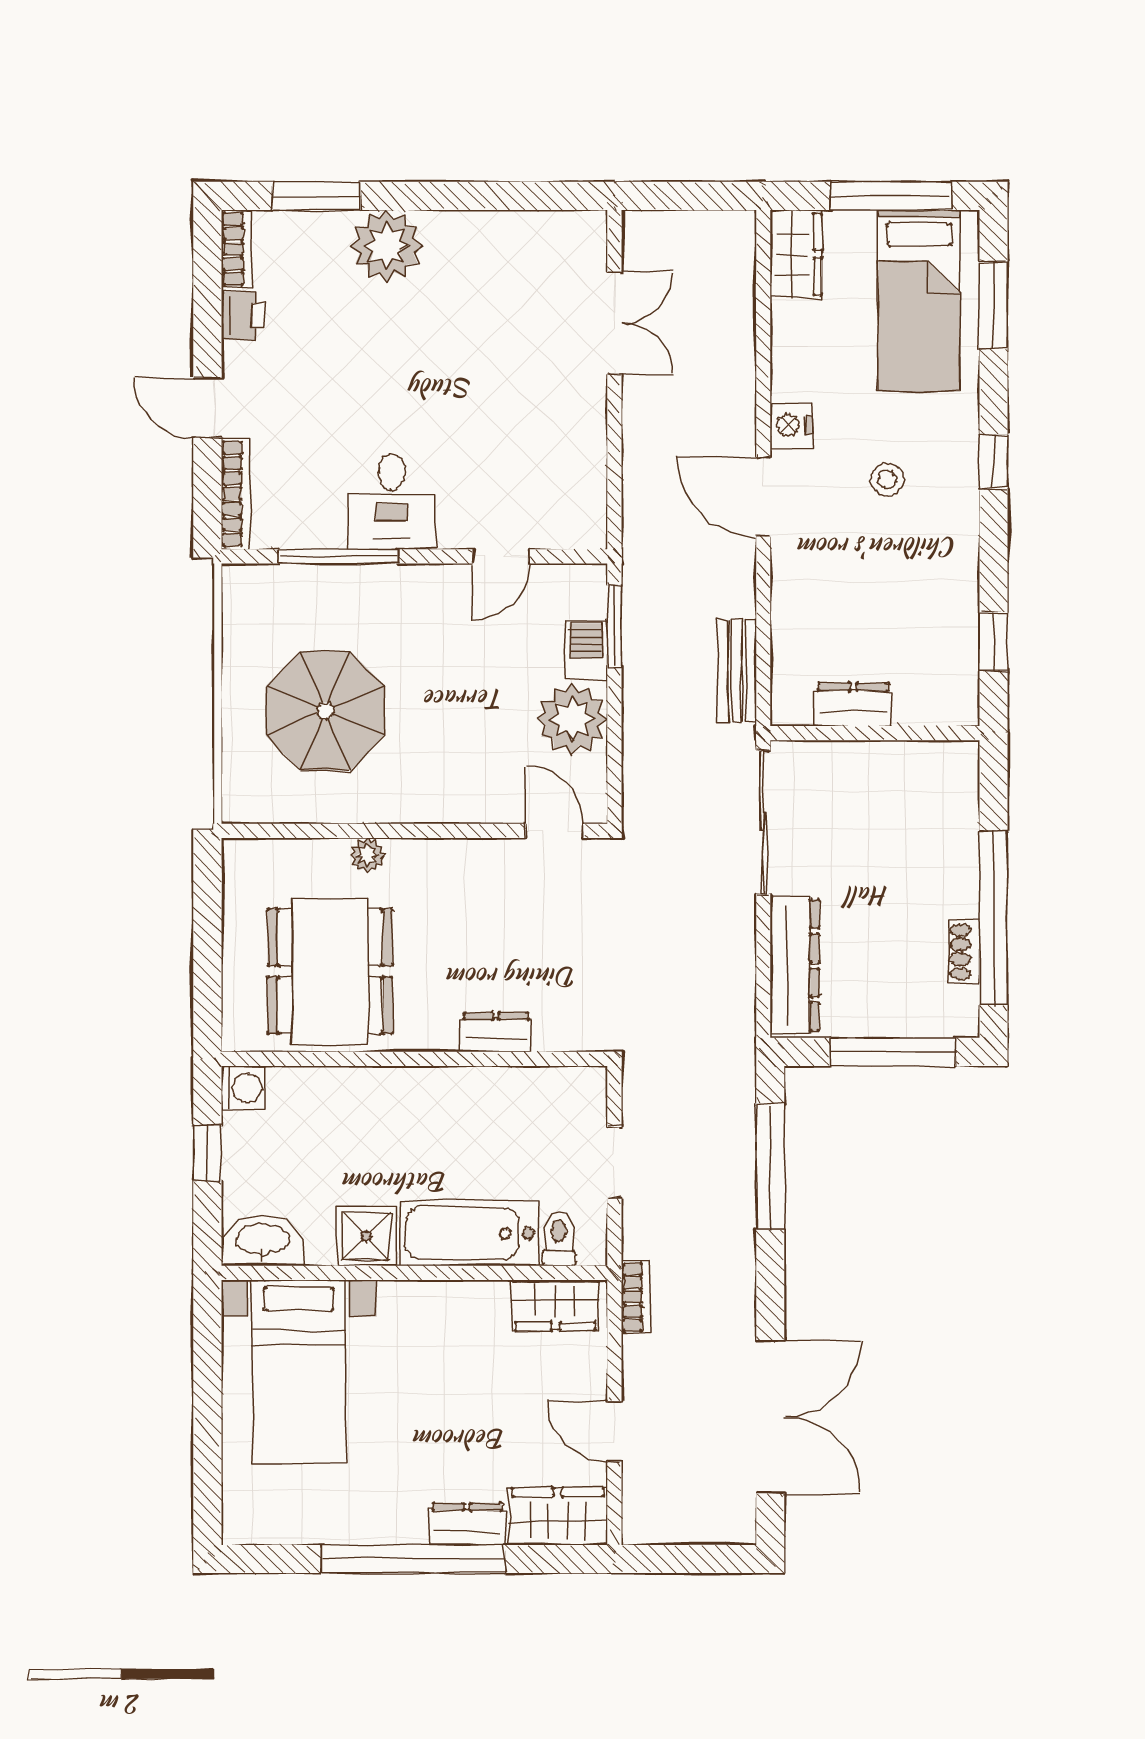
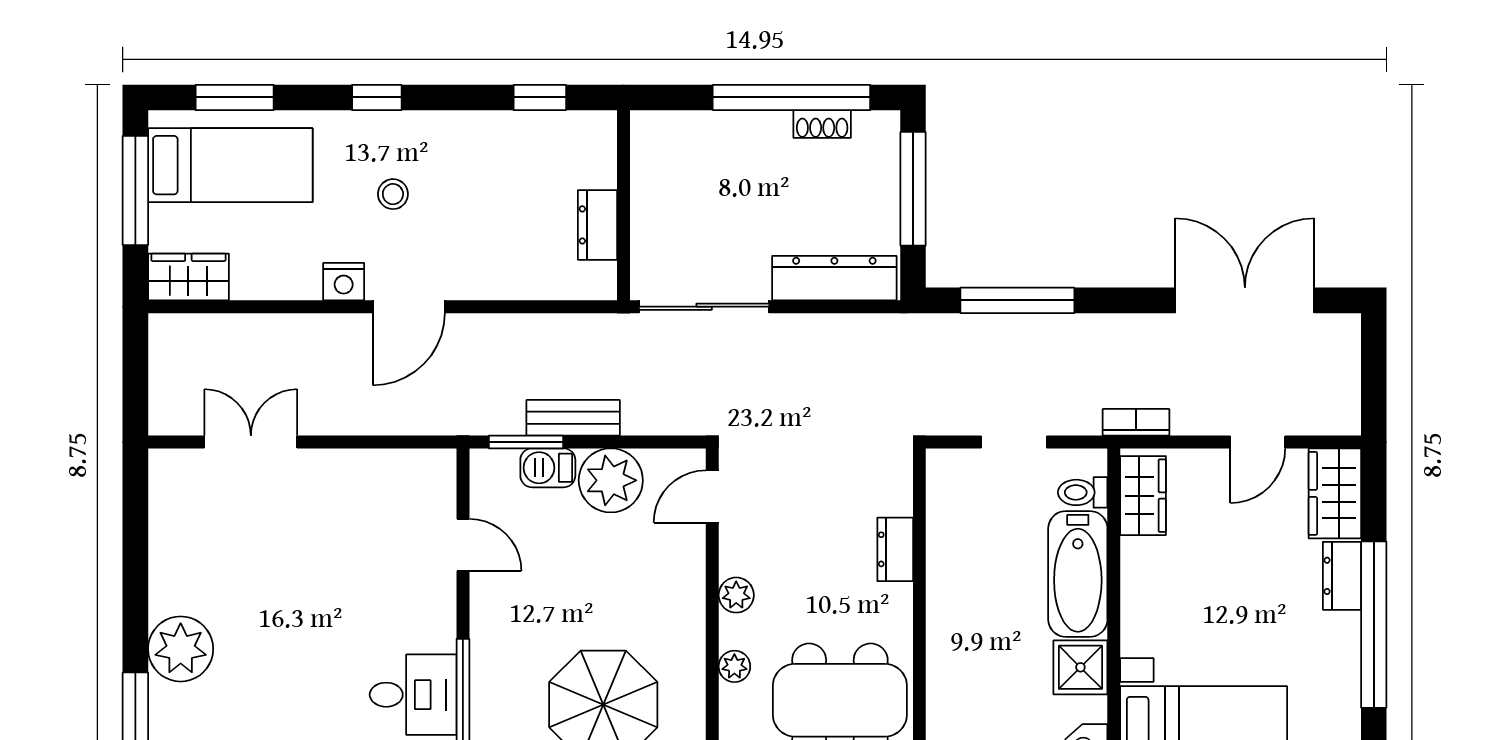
desk: (392, 502) -> (413, 695), moved
bench: (737, 671) -> (573, 418), moved
plant: (446, 857) -> (736, 595), added

